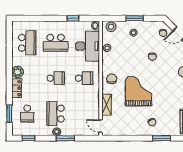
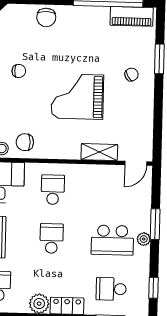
chair: (112, 79) -> (25, 142), moved
school desk: (27, 114) -> (111, 289), turned 180

